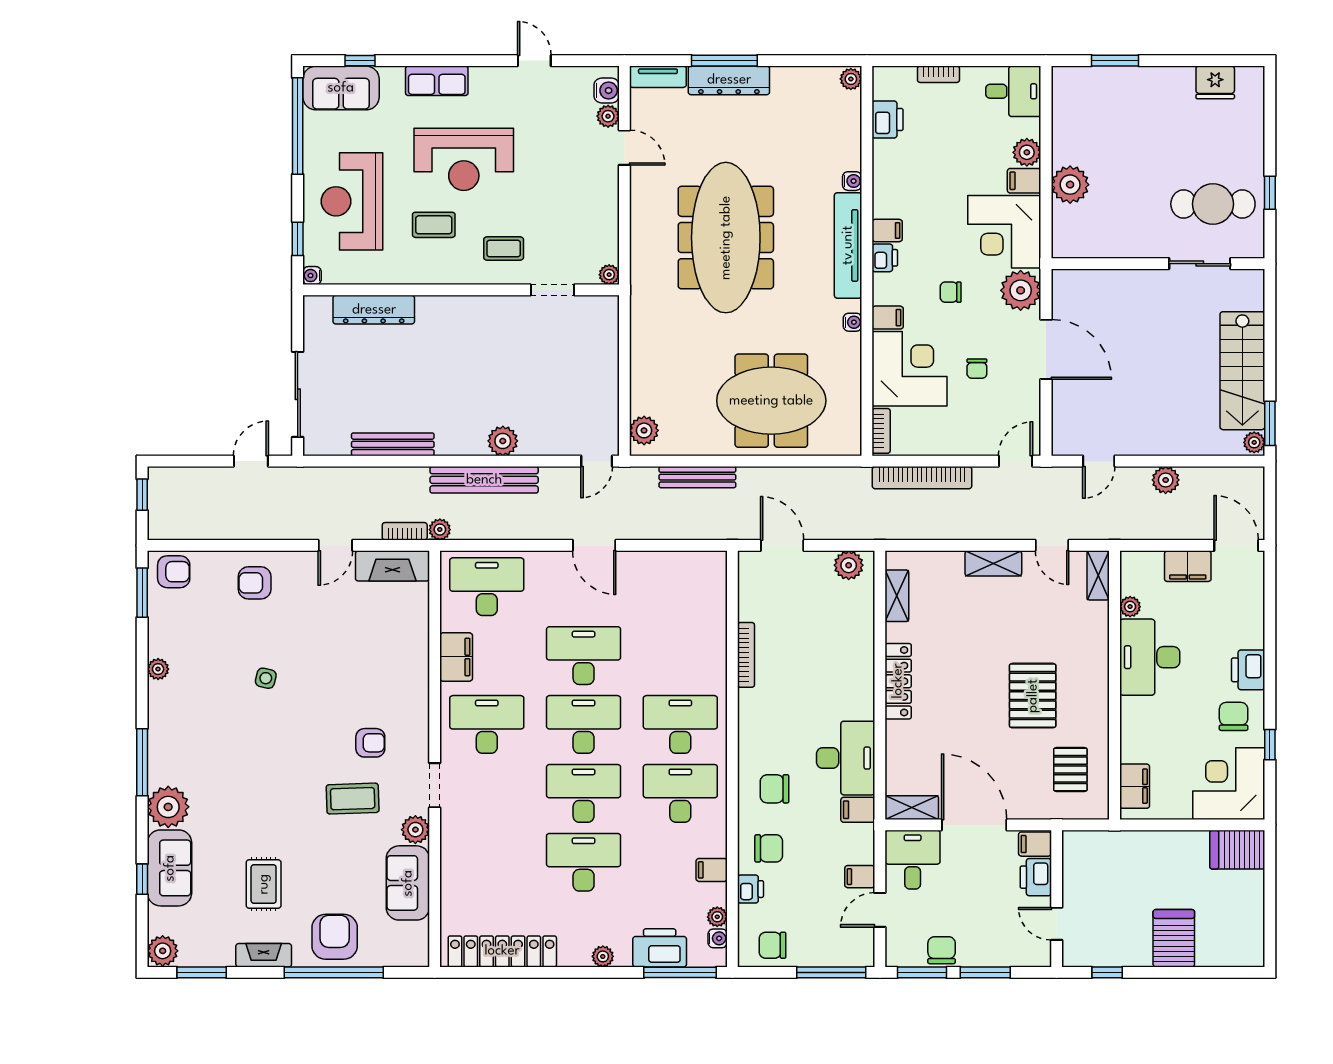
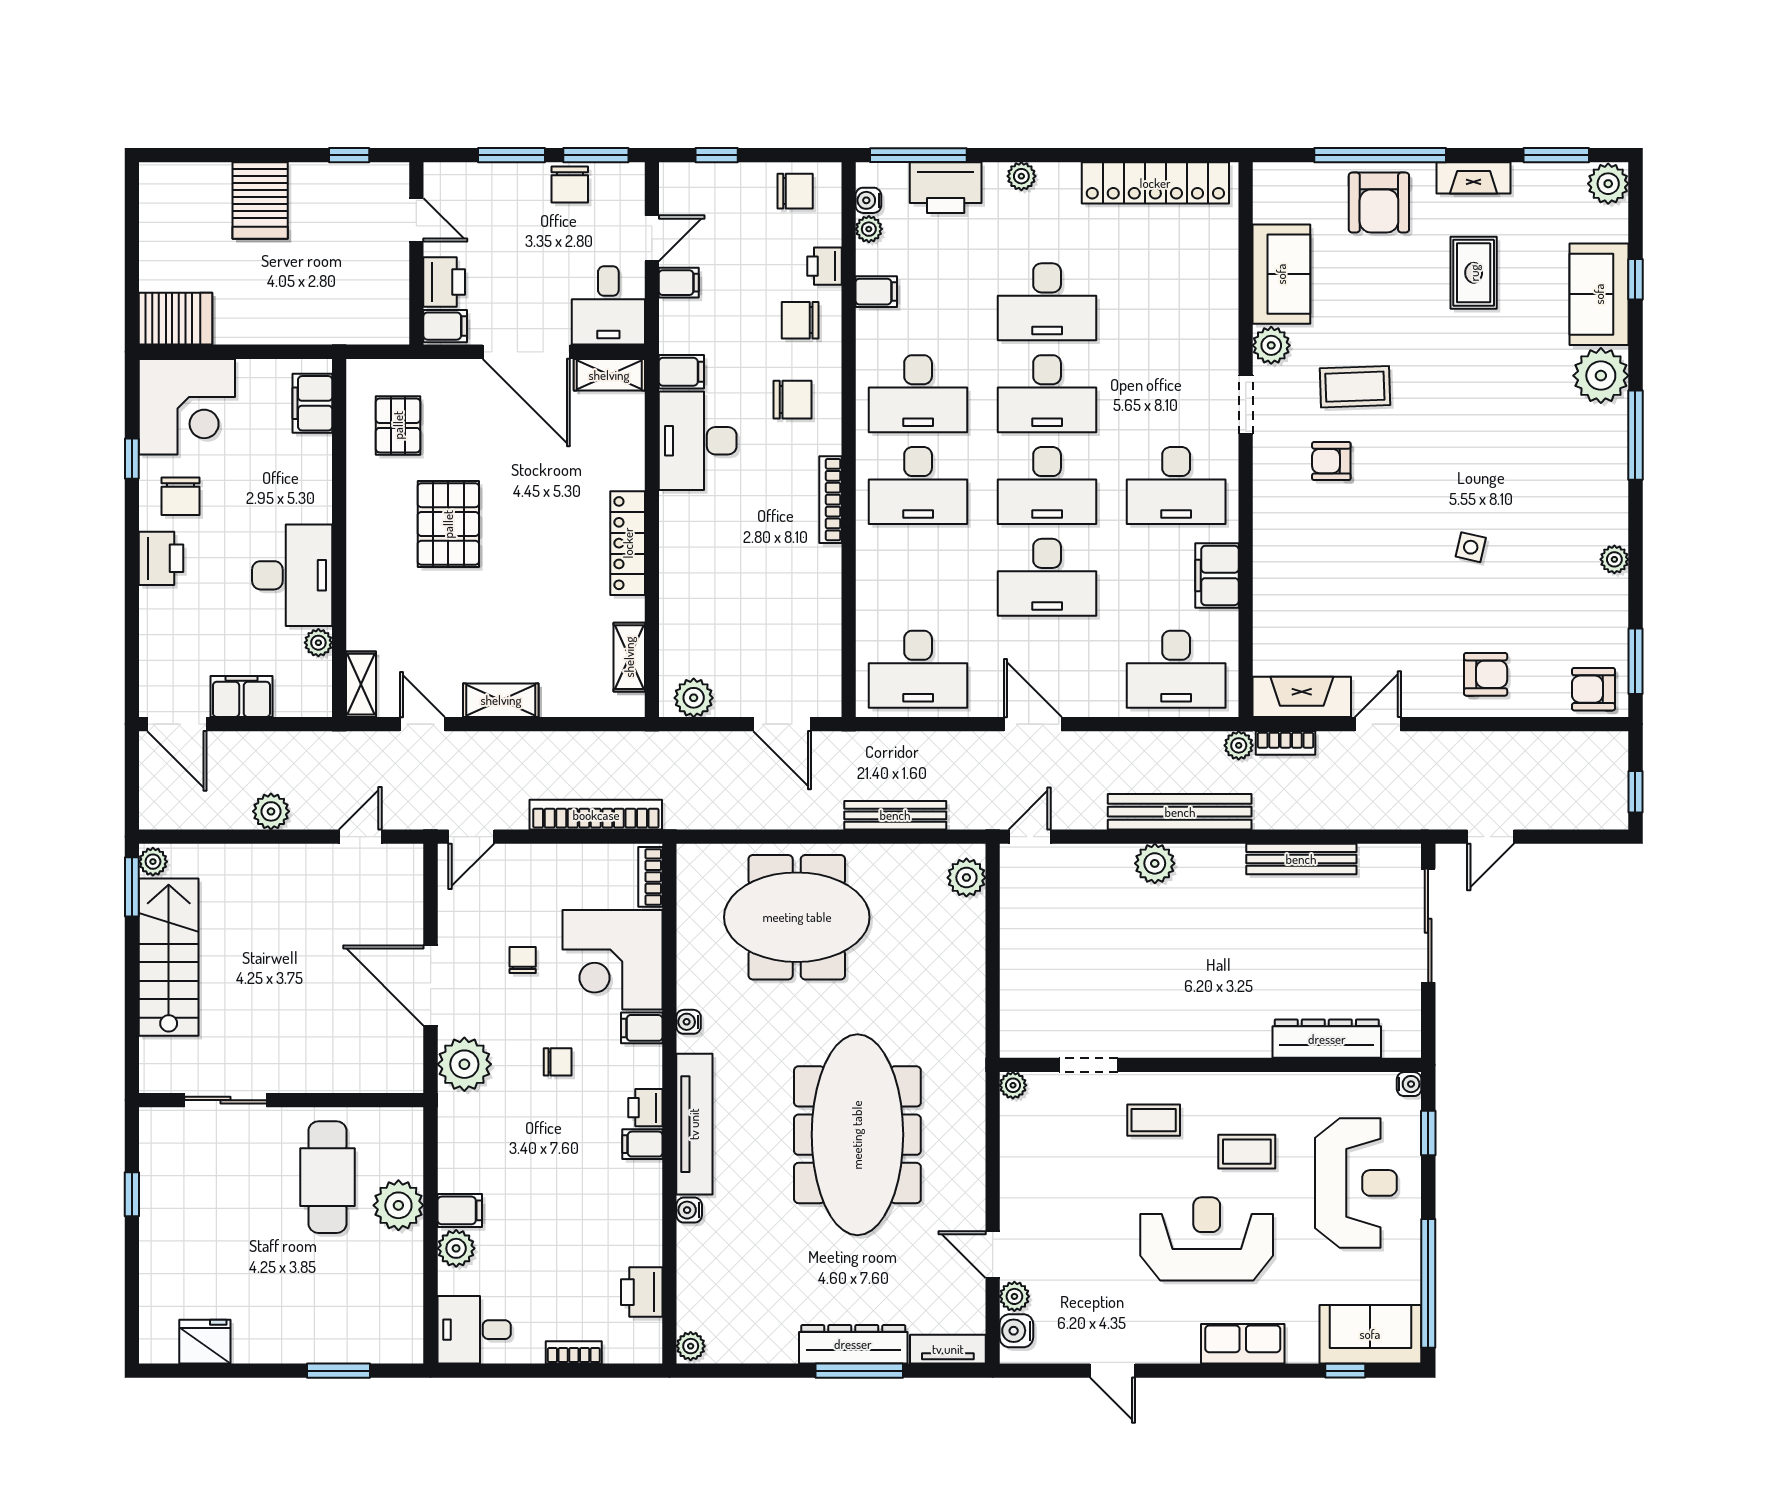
cafe table: (1213, 204) -> (327, 1177), moved, turned 90
corner desk: (1004, 232) -> (486, 1142), removed
desk: (680, 587) -> (918, 669), added
bookcase: (746, 655) -> (830, 500), moved
window: (831, 972) -> (717, 155), width x0.46

